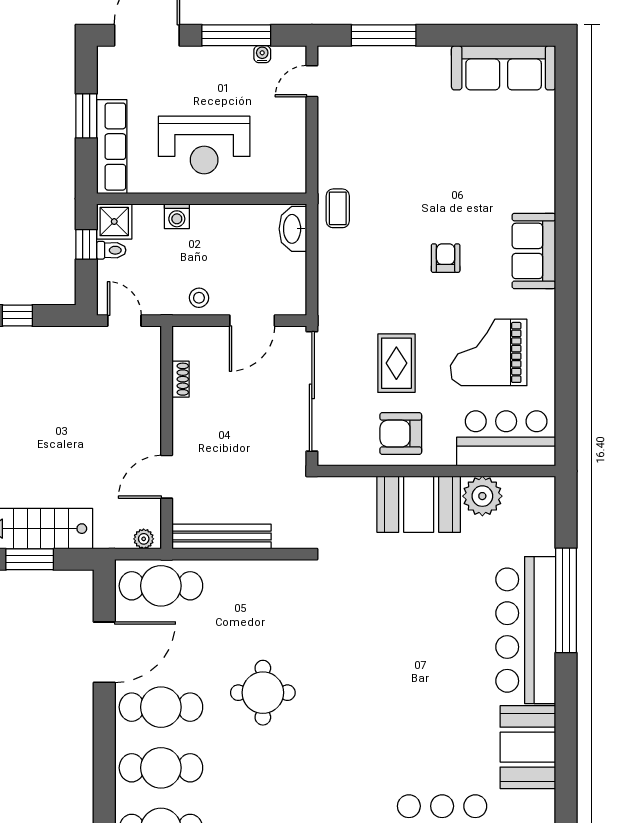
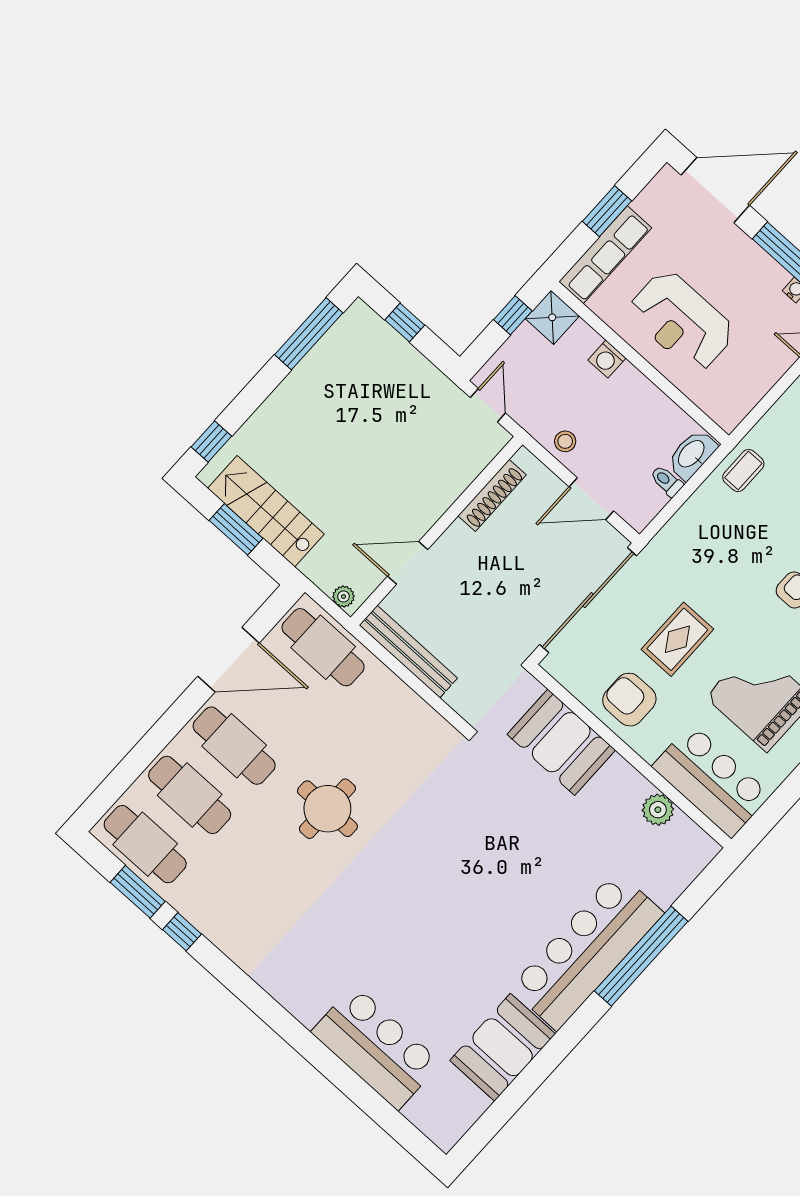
toilet: (111, 250) -> (667, 481), moved, turned 180
shoe rack: (181, 379) -> (492, 495), width x1.94, depth x1.24
plant: (482, 496) -> (658, 810), width x0.73, depth x0.73
booth: (419, 504) -> (561, 742), moved

